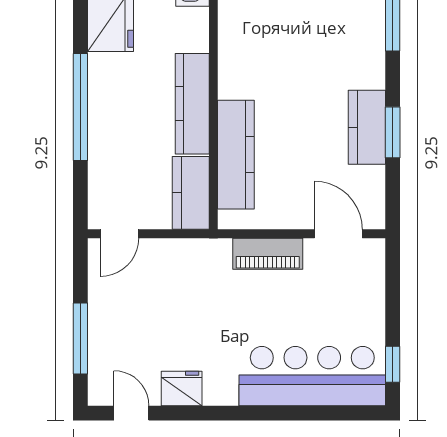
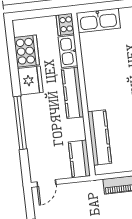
kitchen counter: (192, 104) -> (73, 93), moved

